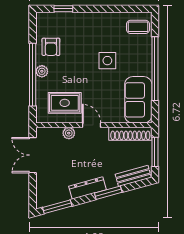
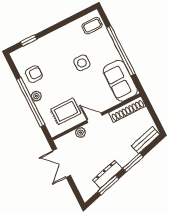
armchair: (51, 47) -> (34, 74), turned -90
window: (155, 152) -> (153, 114), removed
dresser: (87, 188) -> (107, 174), moved
window: (57, 207) -> (108, 185), moved

